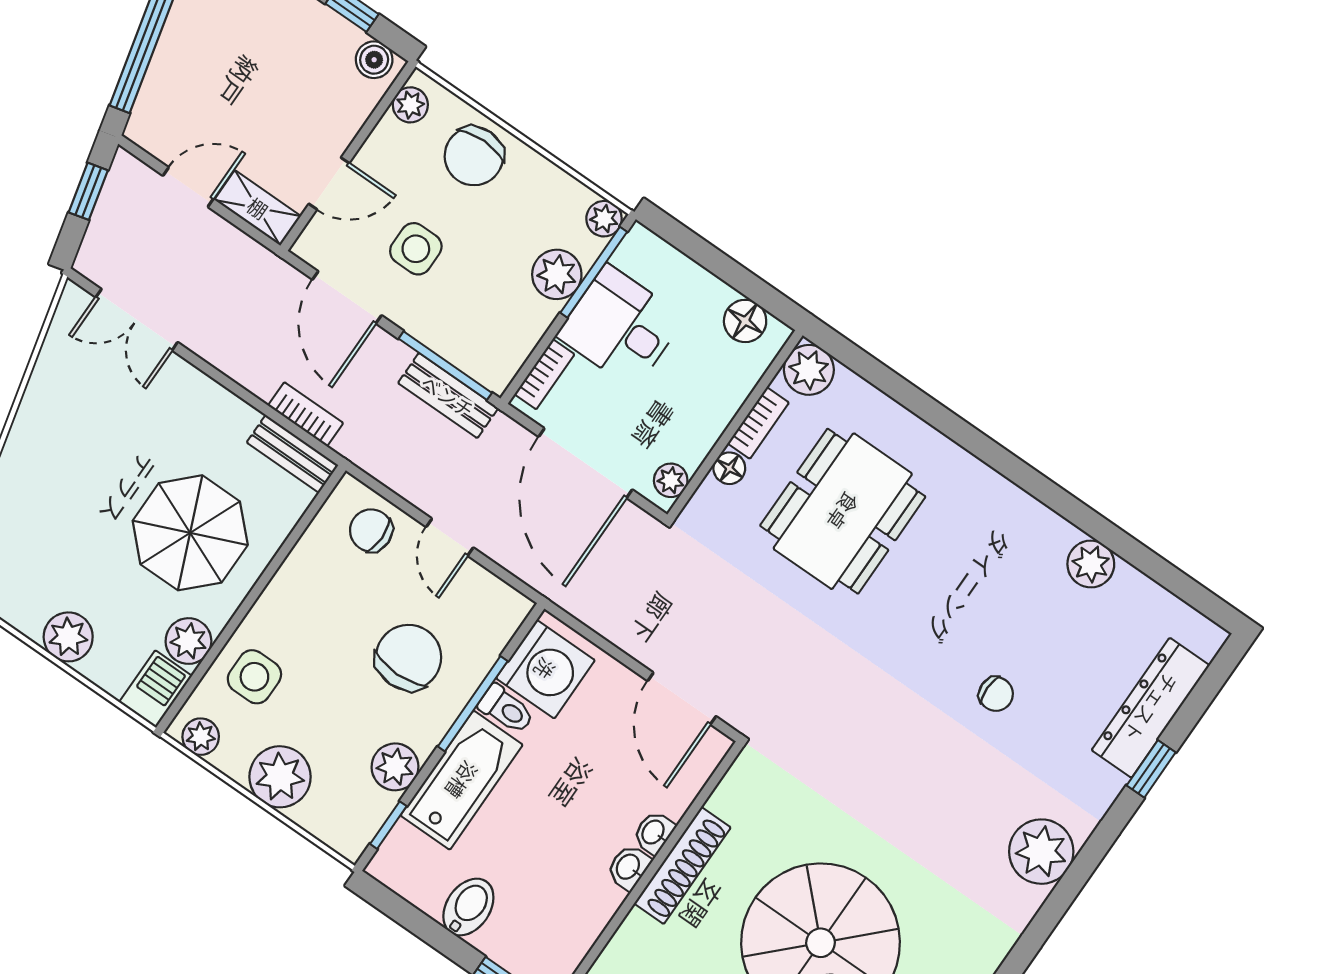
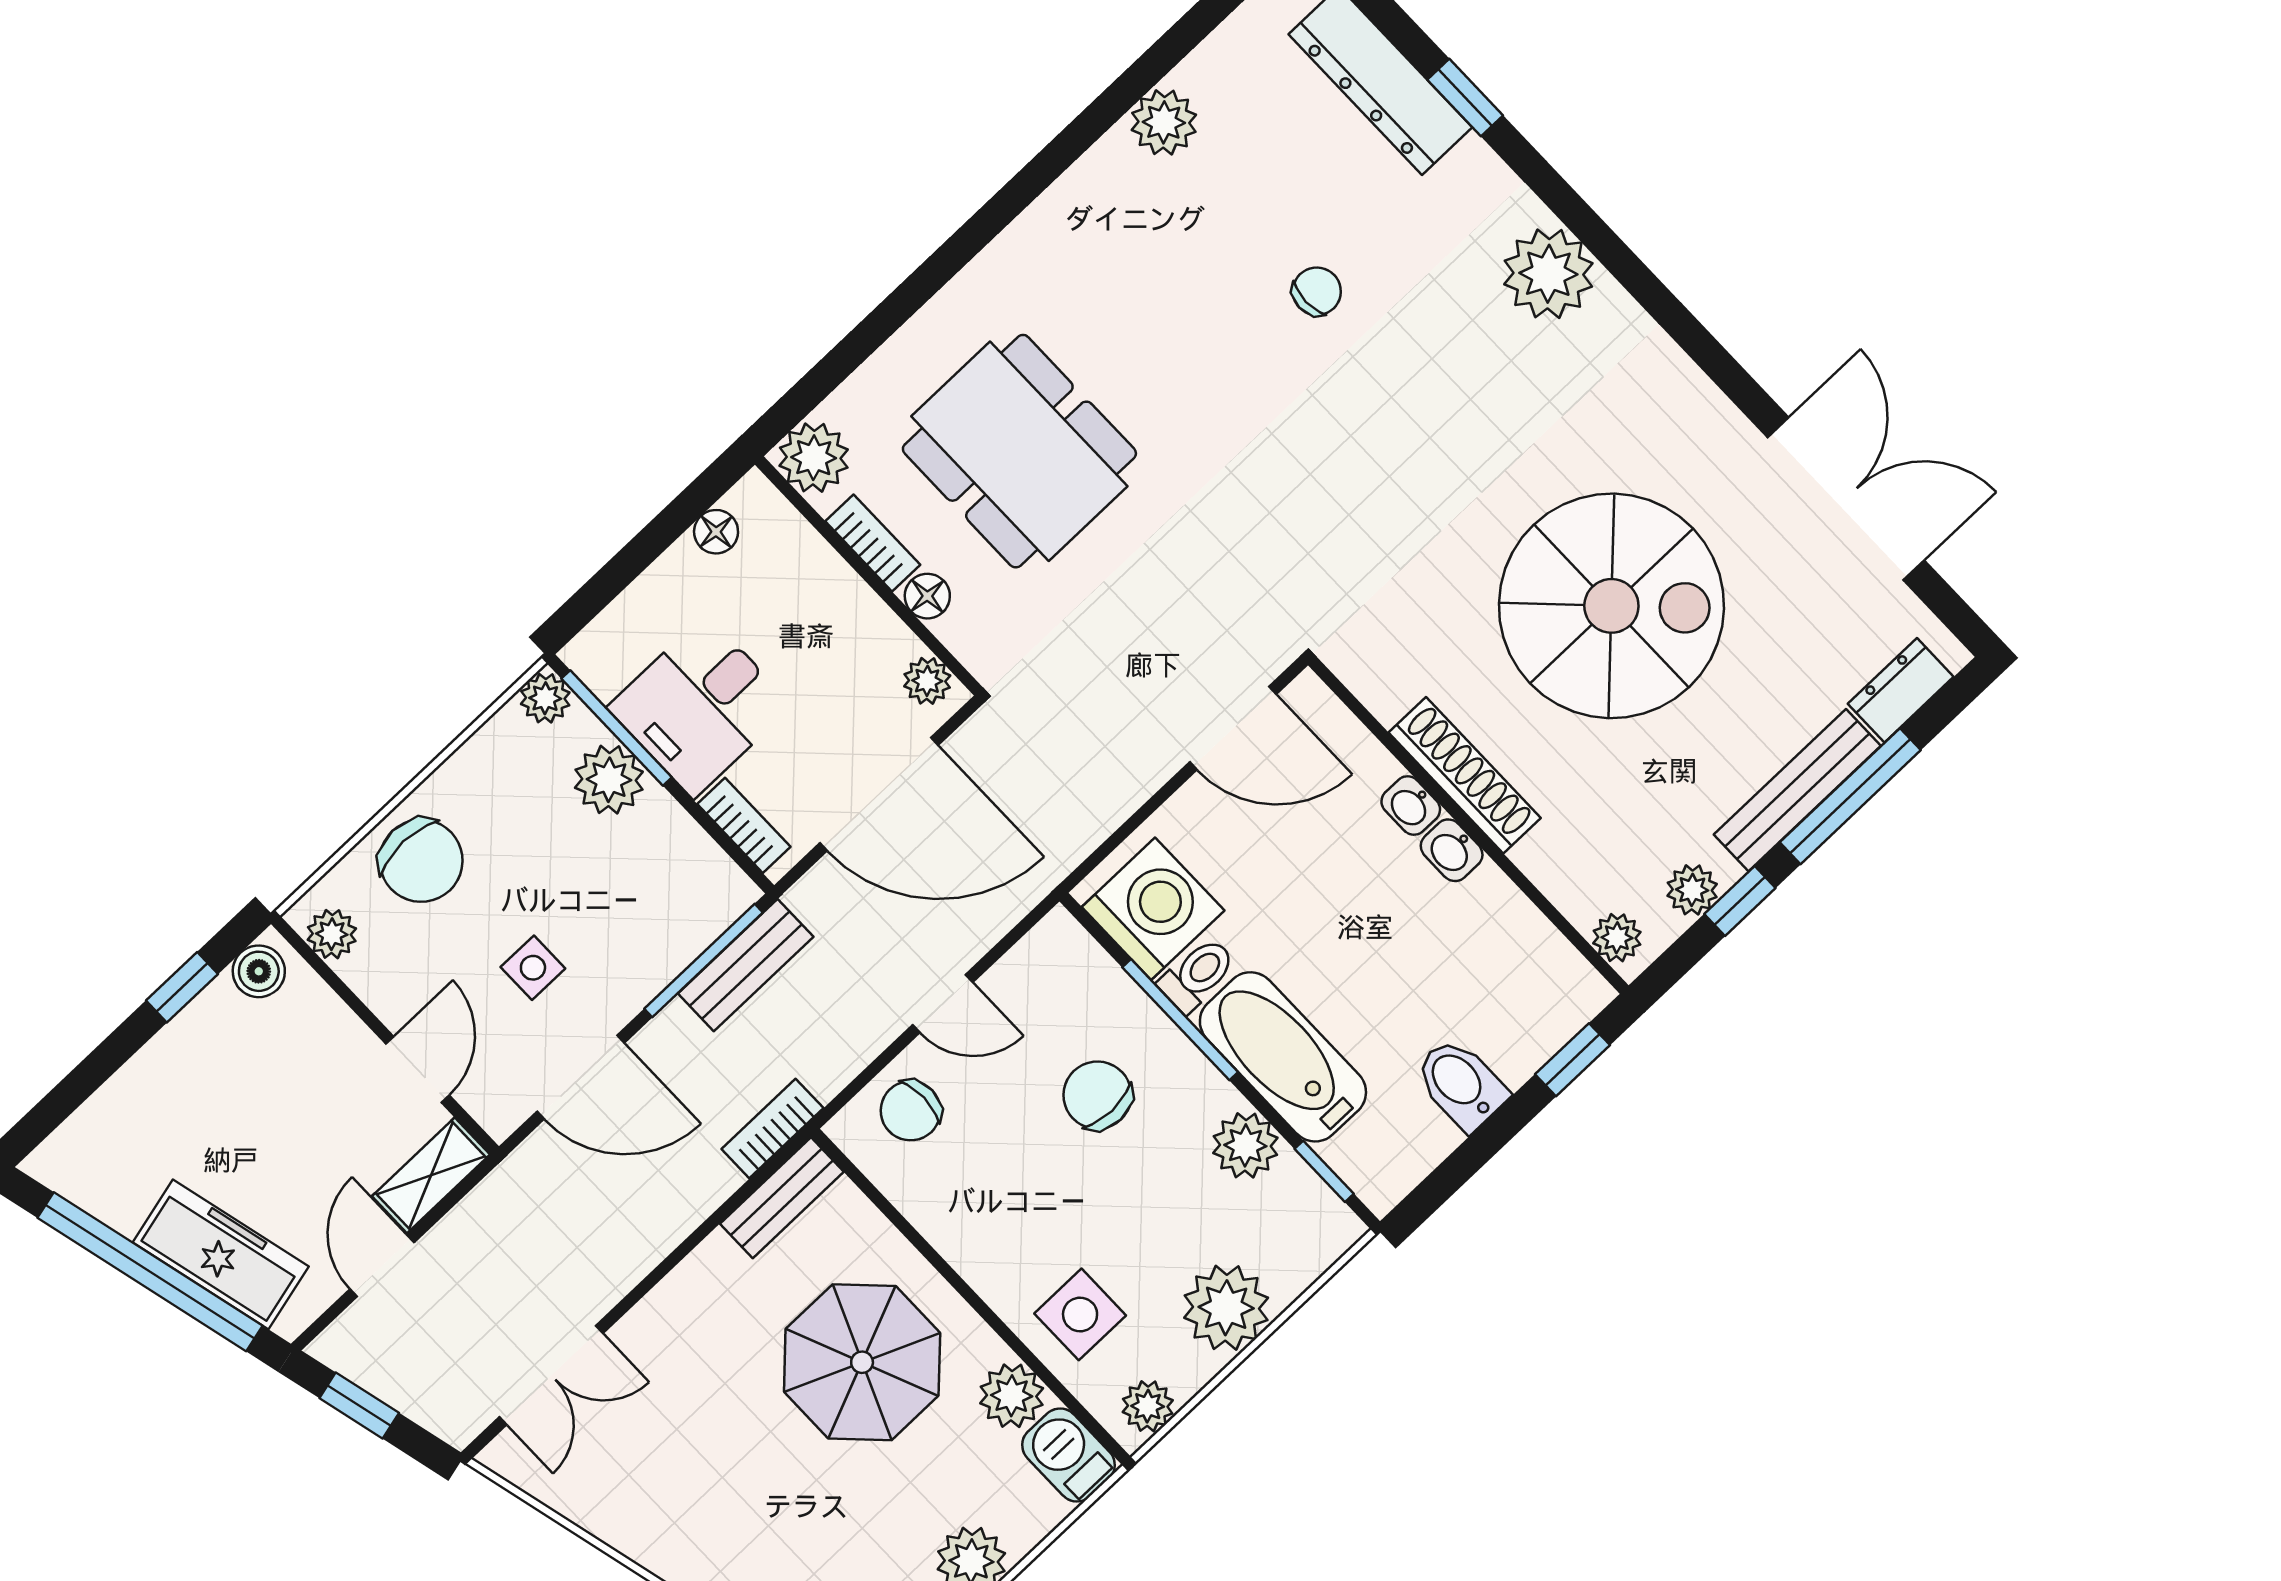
freezer: (173, 74) -> (221, 1254), added
side table: (416, 249) -> (533, 968), width x0.73, depth x0.73
floor lamp: (745, 321) -> (716, 532), width x0.73, depth x0.73
bookcase: (306, 414) -> (772, 1129), moved
chair: (409, 657) -> (1097, 1095), width x0.73, depth x0.73

